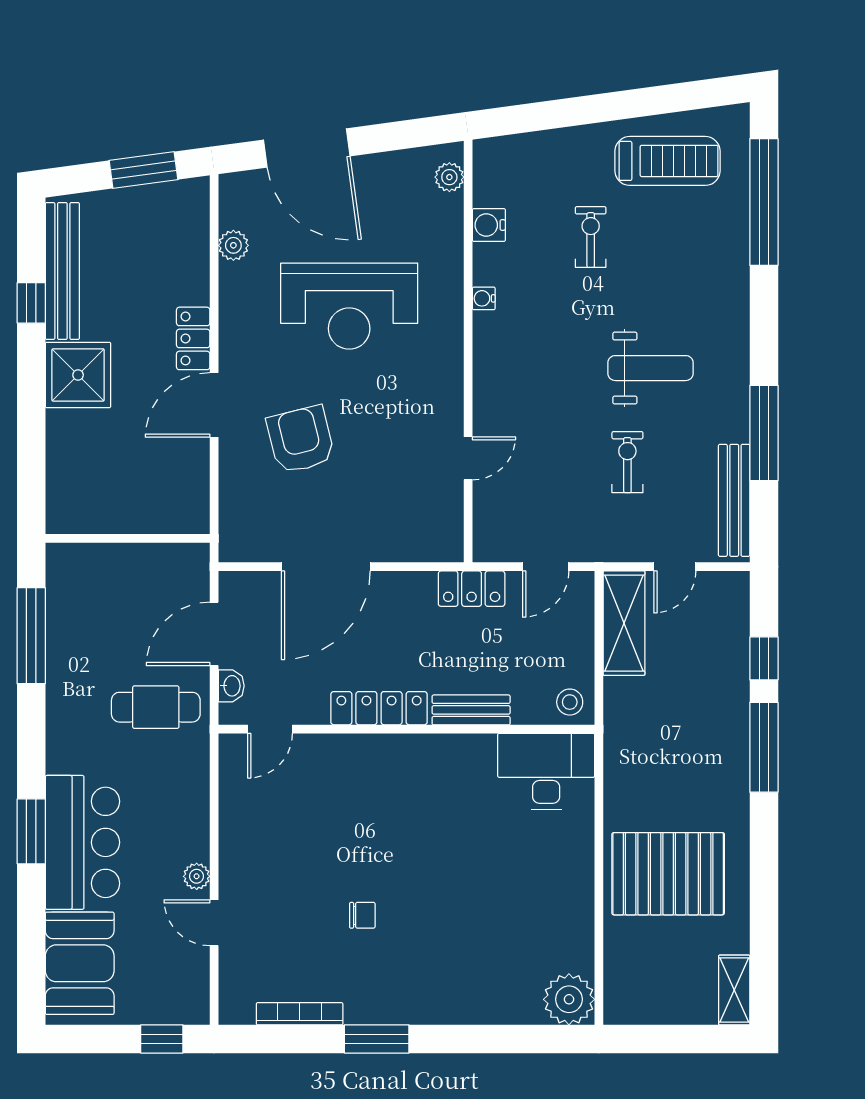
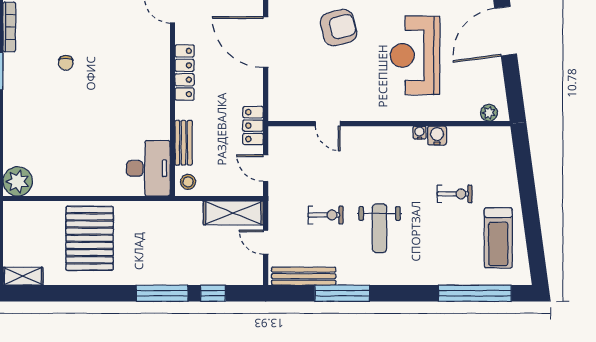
water cooler: (489, 225) -> (437, 136), moved
bench: (471, 710) -> (184, 143), moved

